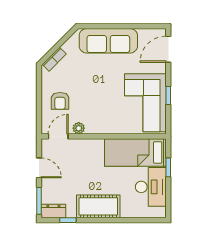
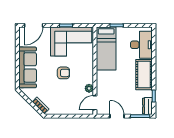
door: (168, 49) -> (34, 25), hinge flipped
armchair: (60, 101) -> (63, 73), moved
door: (58, 136) -> (95, 103), hinge flipped
door: (39, 168) -> (117, 116), hinge flipped
desk: (151, 187) -> (141, 45), moved, turned 90

